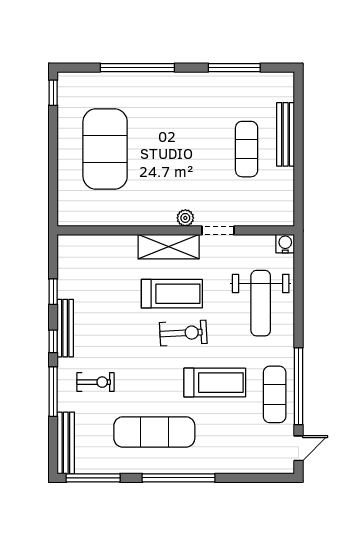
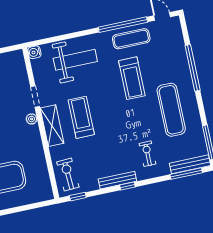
window: (53, 292) -> (78, 197), moved
exercise bike: (183, 333) -> (68, 174), moved
treadmill: (215, 383) -> (132, 78), turned 180
window: (53, 392) -> (186, 174), moved
window: (179, 478) -> (193, 68), moved

